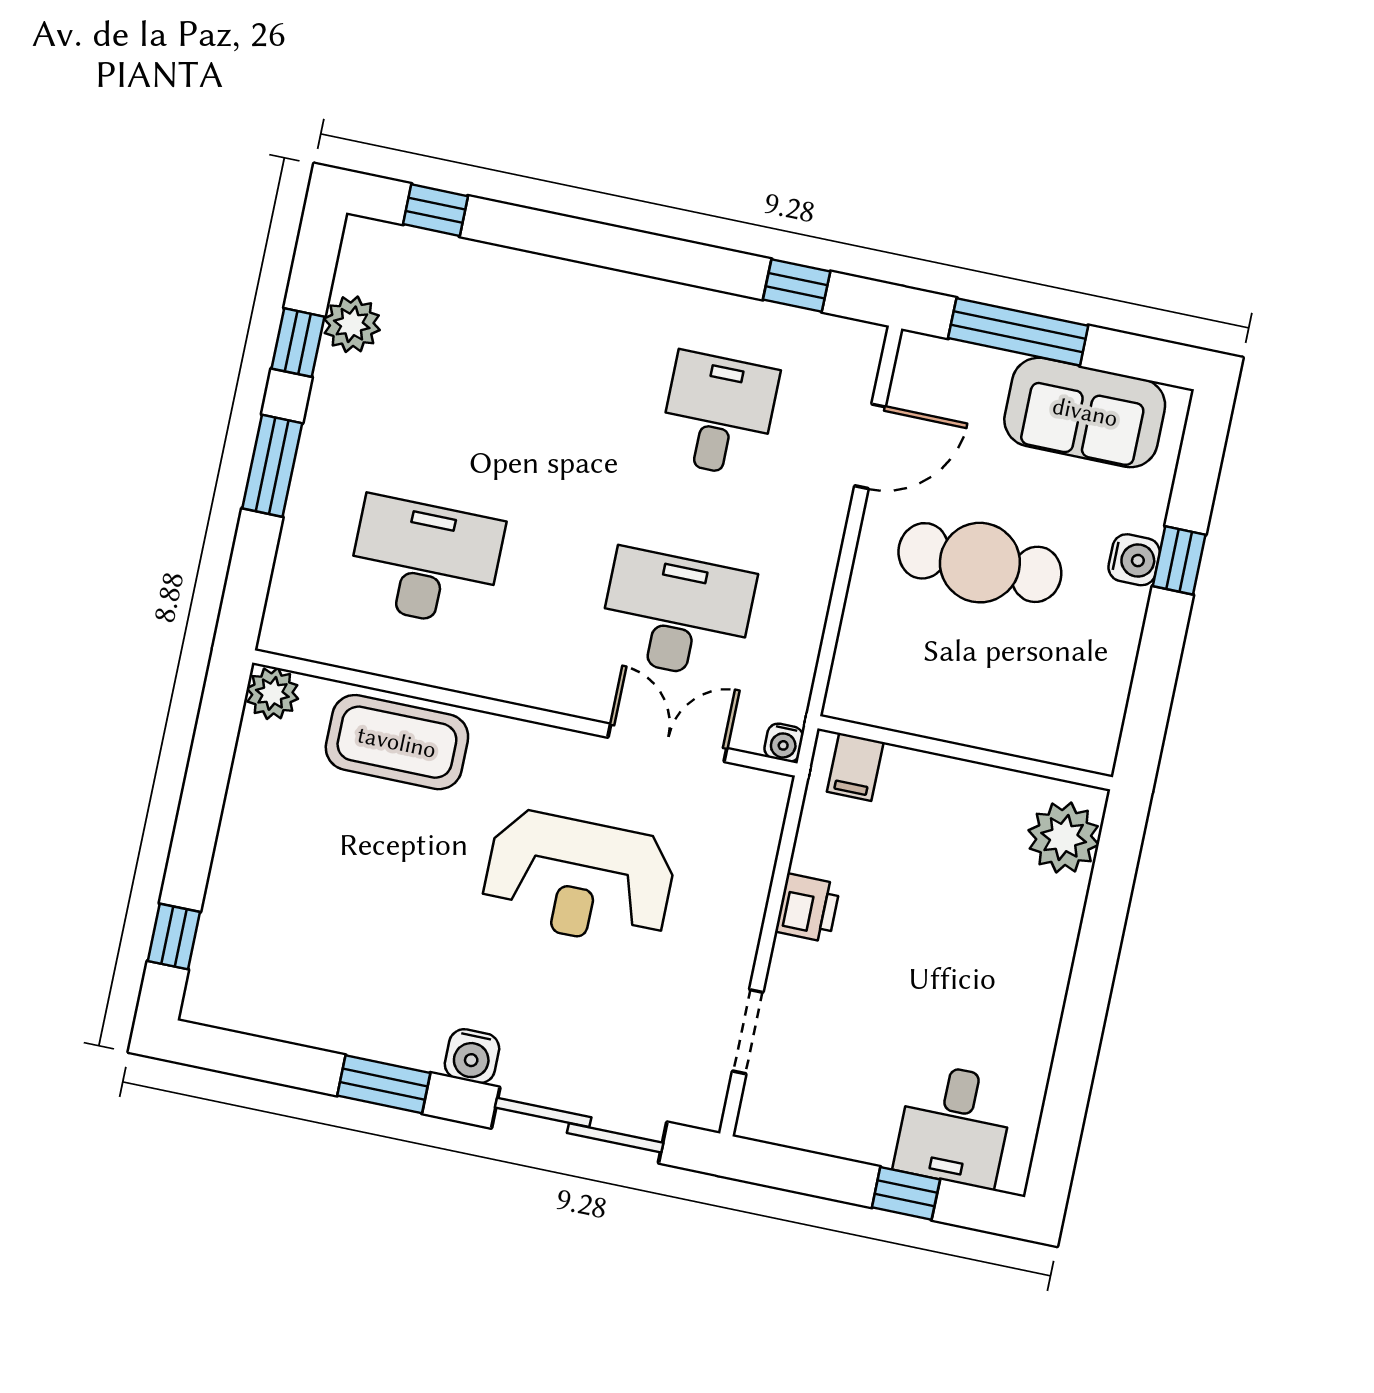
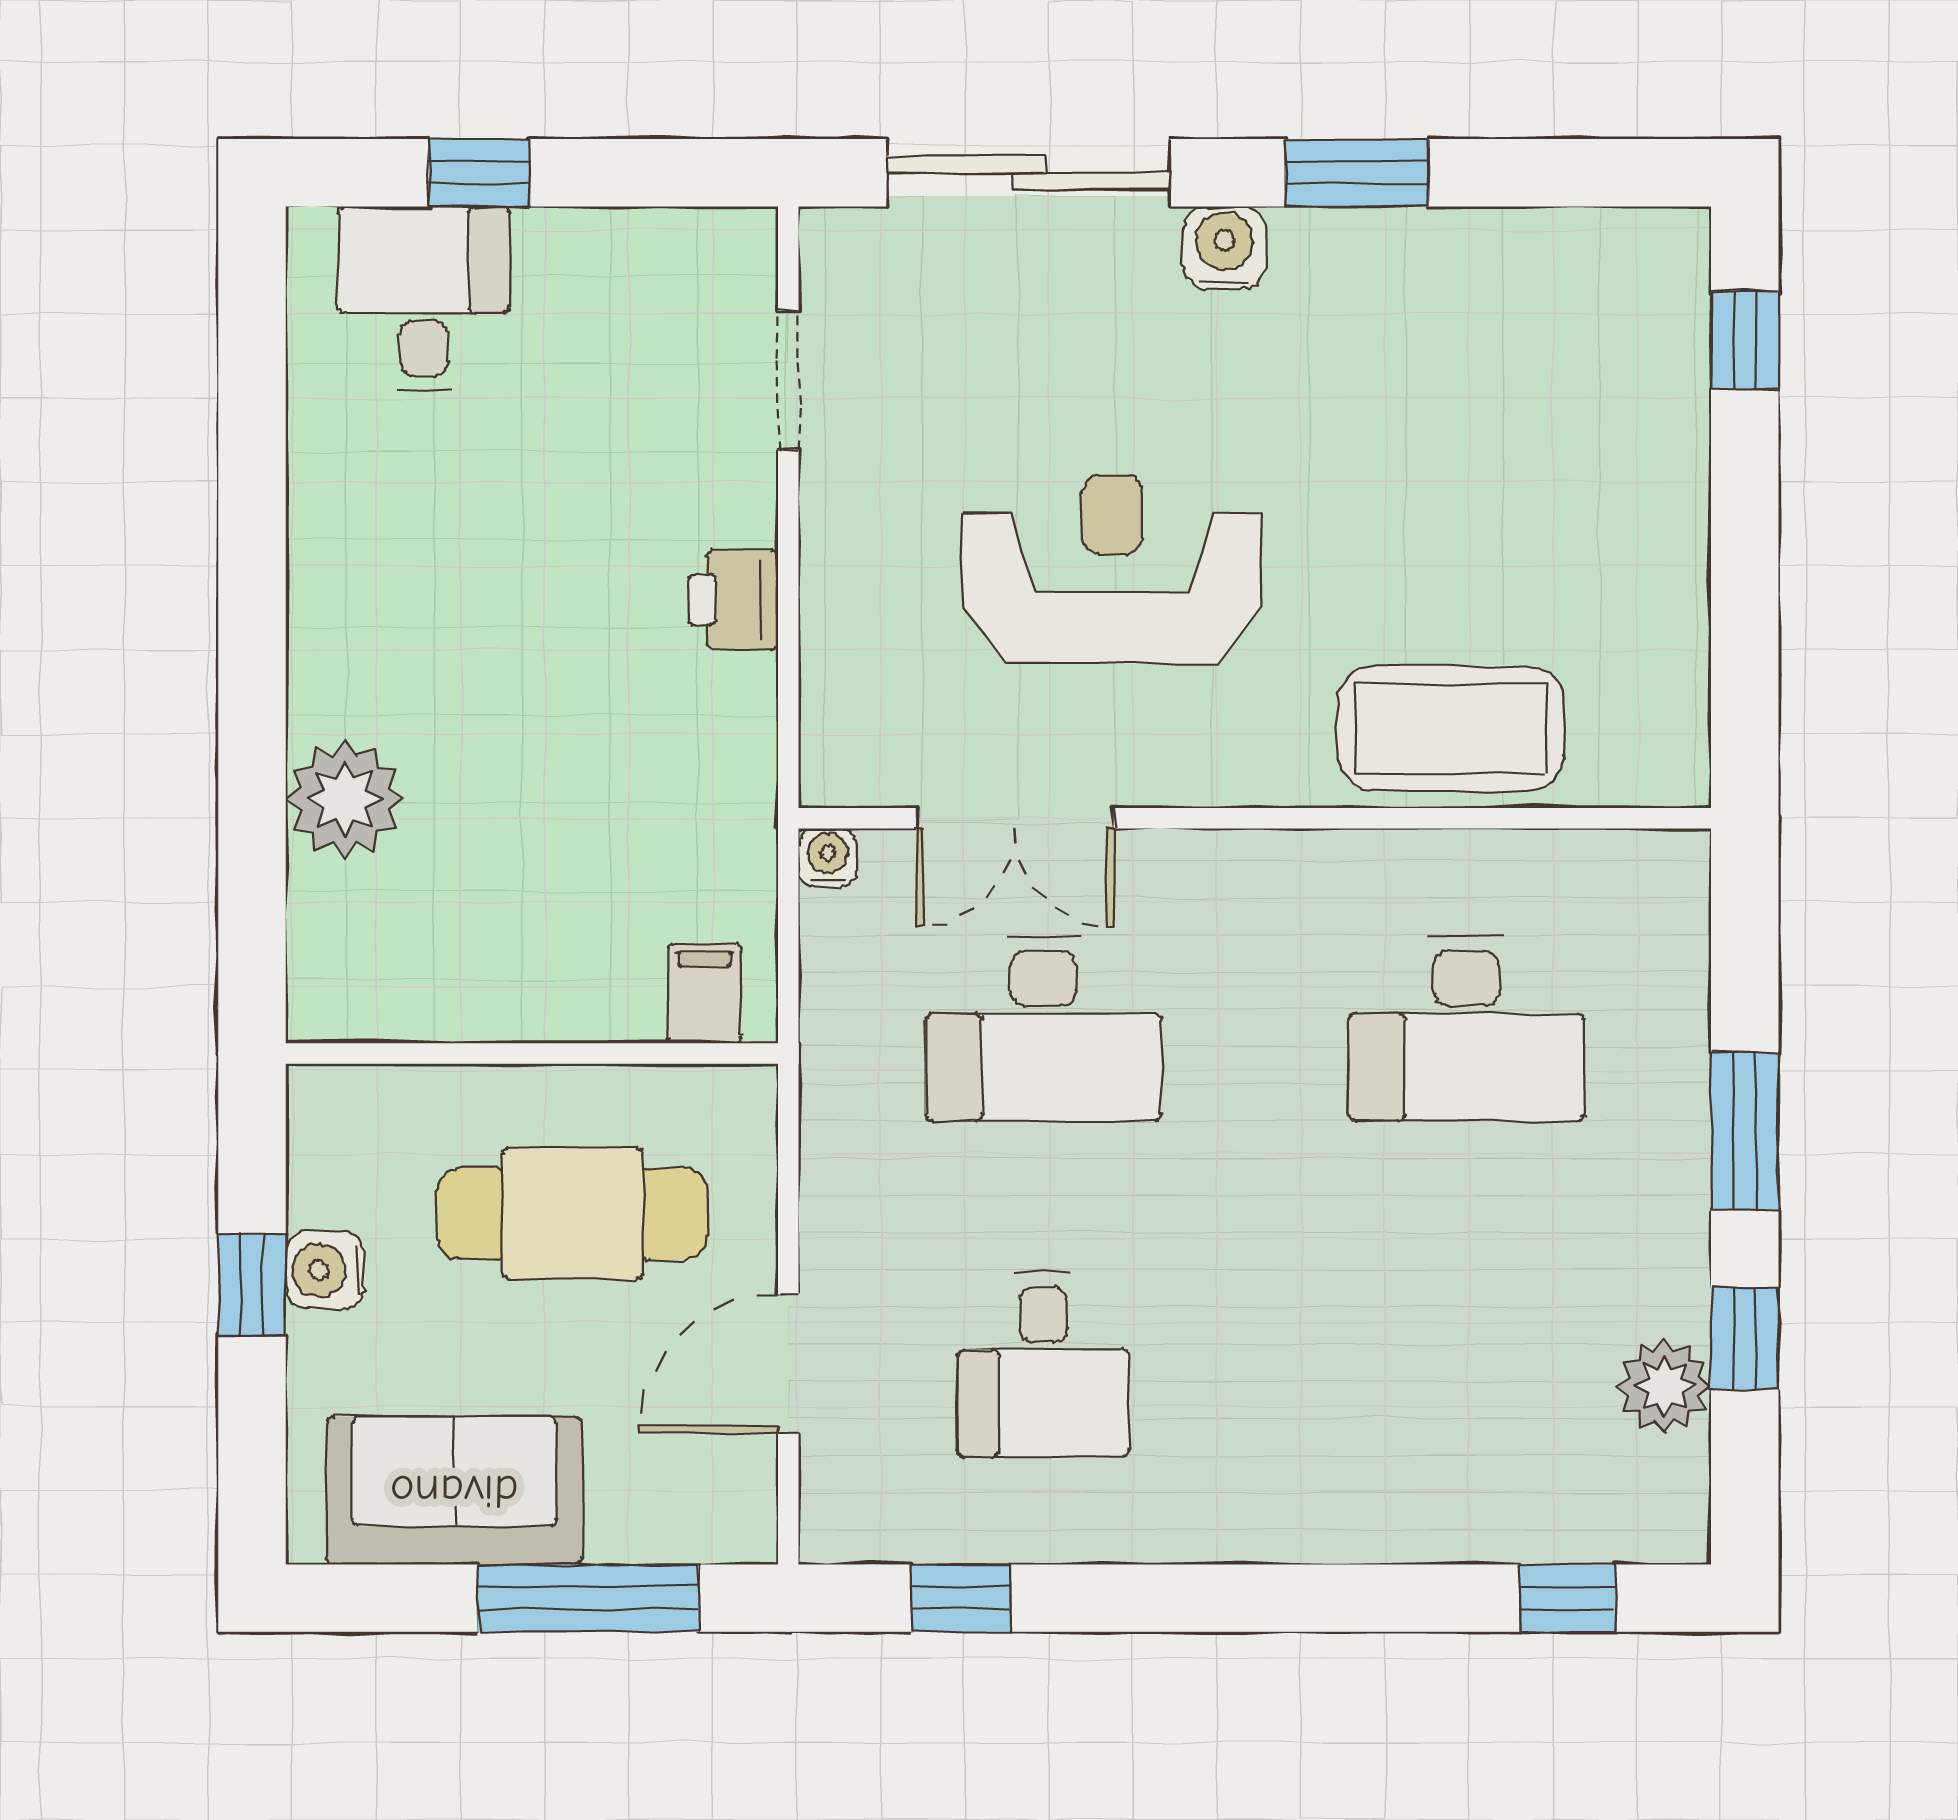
plant: (272, 693) -> (1668, 765), removed
wall: (965, 753) -> (532, 1053), moved
filing cabinet: (855, 767) -> (704, 994), moved

